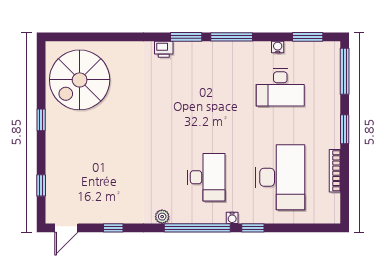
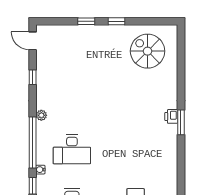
window: (186, 37) -> (181, 122), moved
window: (232, 37) -> (181, 169), removed
spiral stairs: (80, 80) -> (148, 51), width x0.73, depth x0.73
window: (41, 185) -> (86, 21), moved

